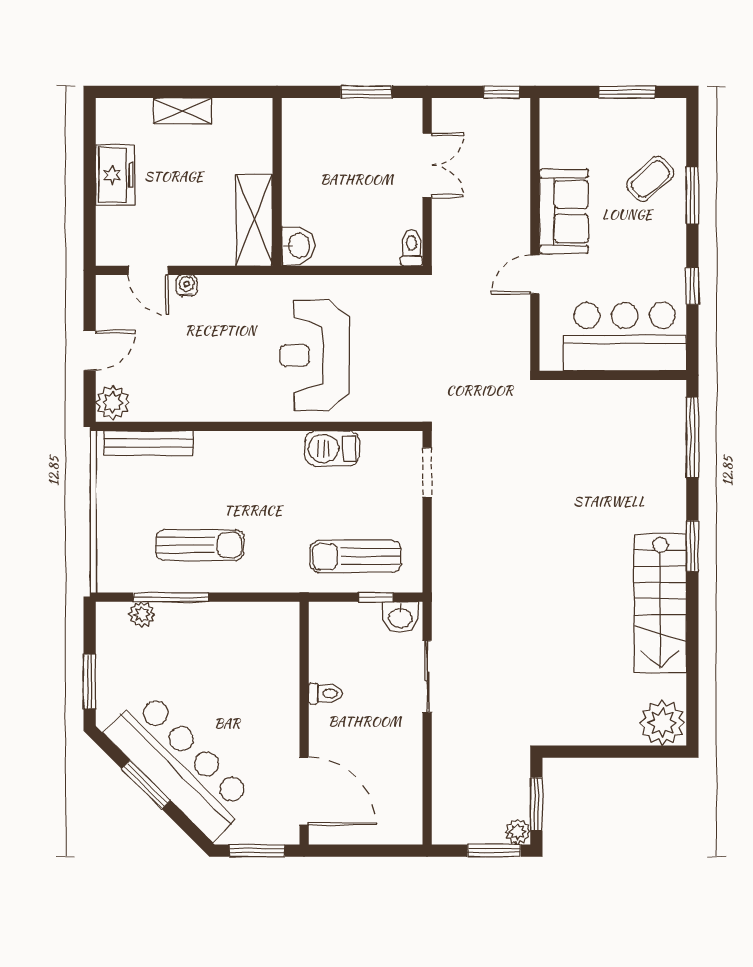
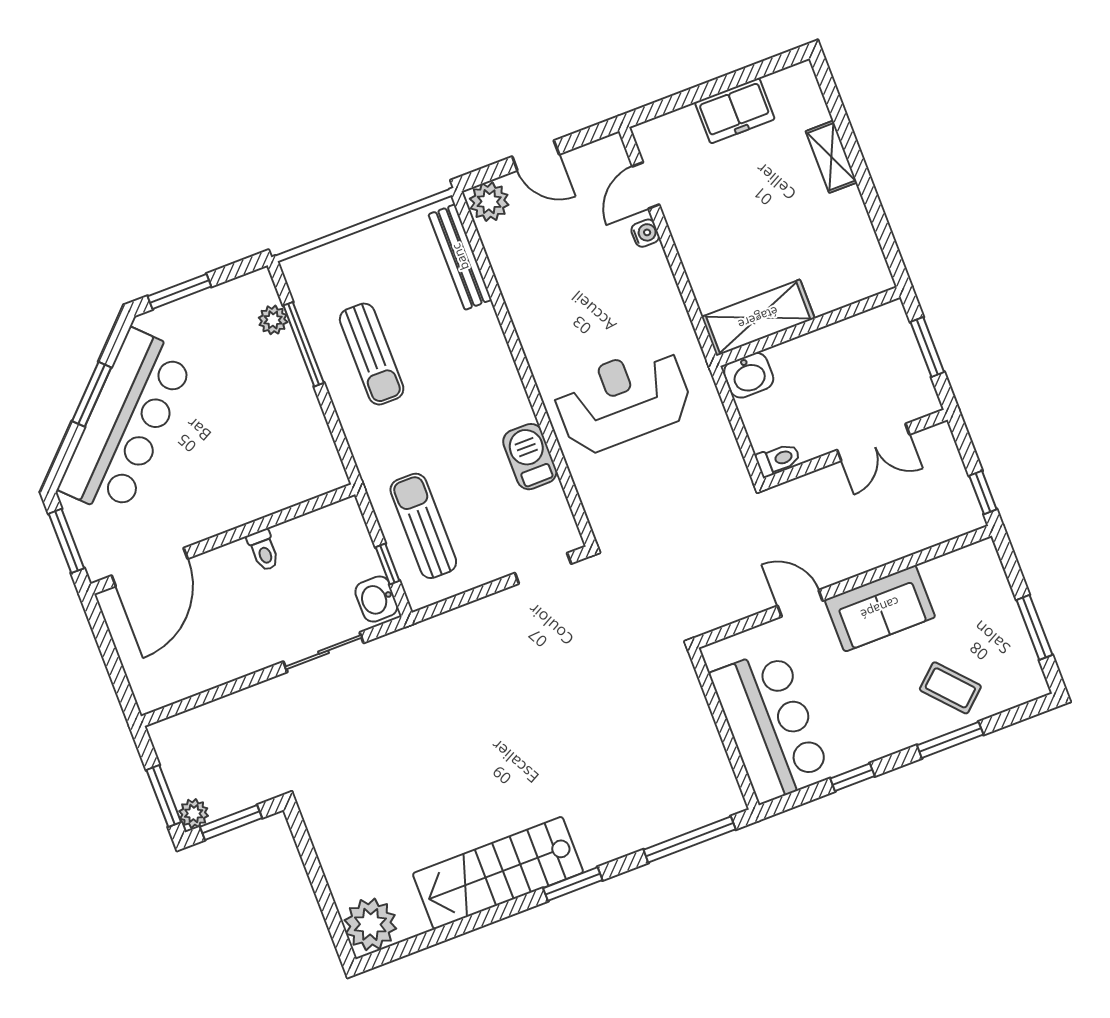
wall: (277, 182) -> (809, 326), moved
shelving: (254, 220) -> (758, 318), moved
washbasin: (298, 246) -> (749, 375), moved

